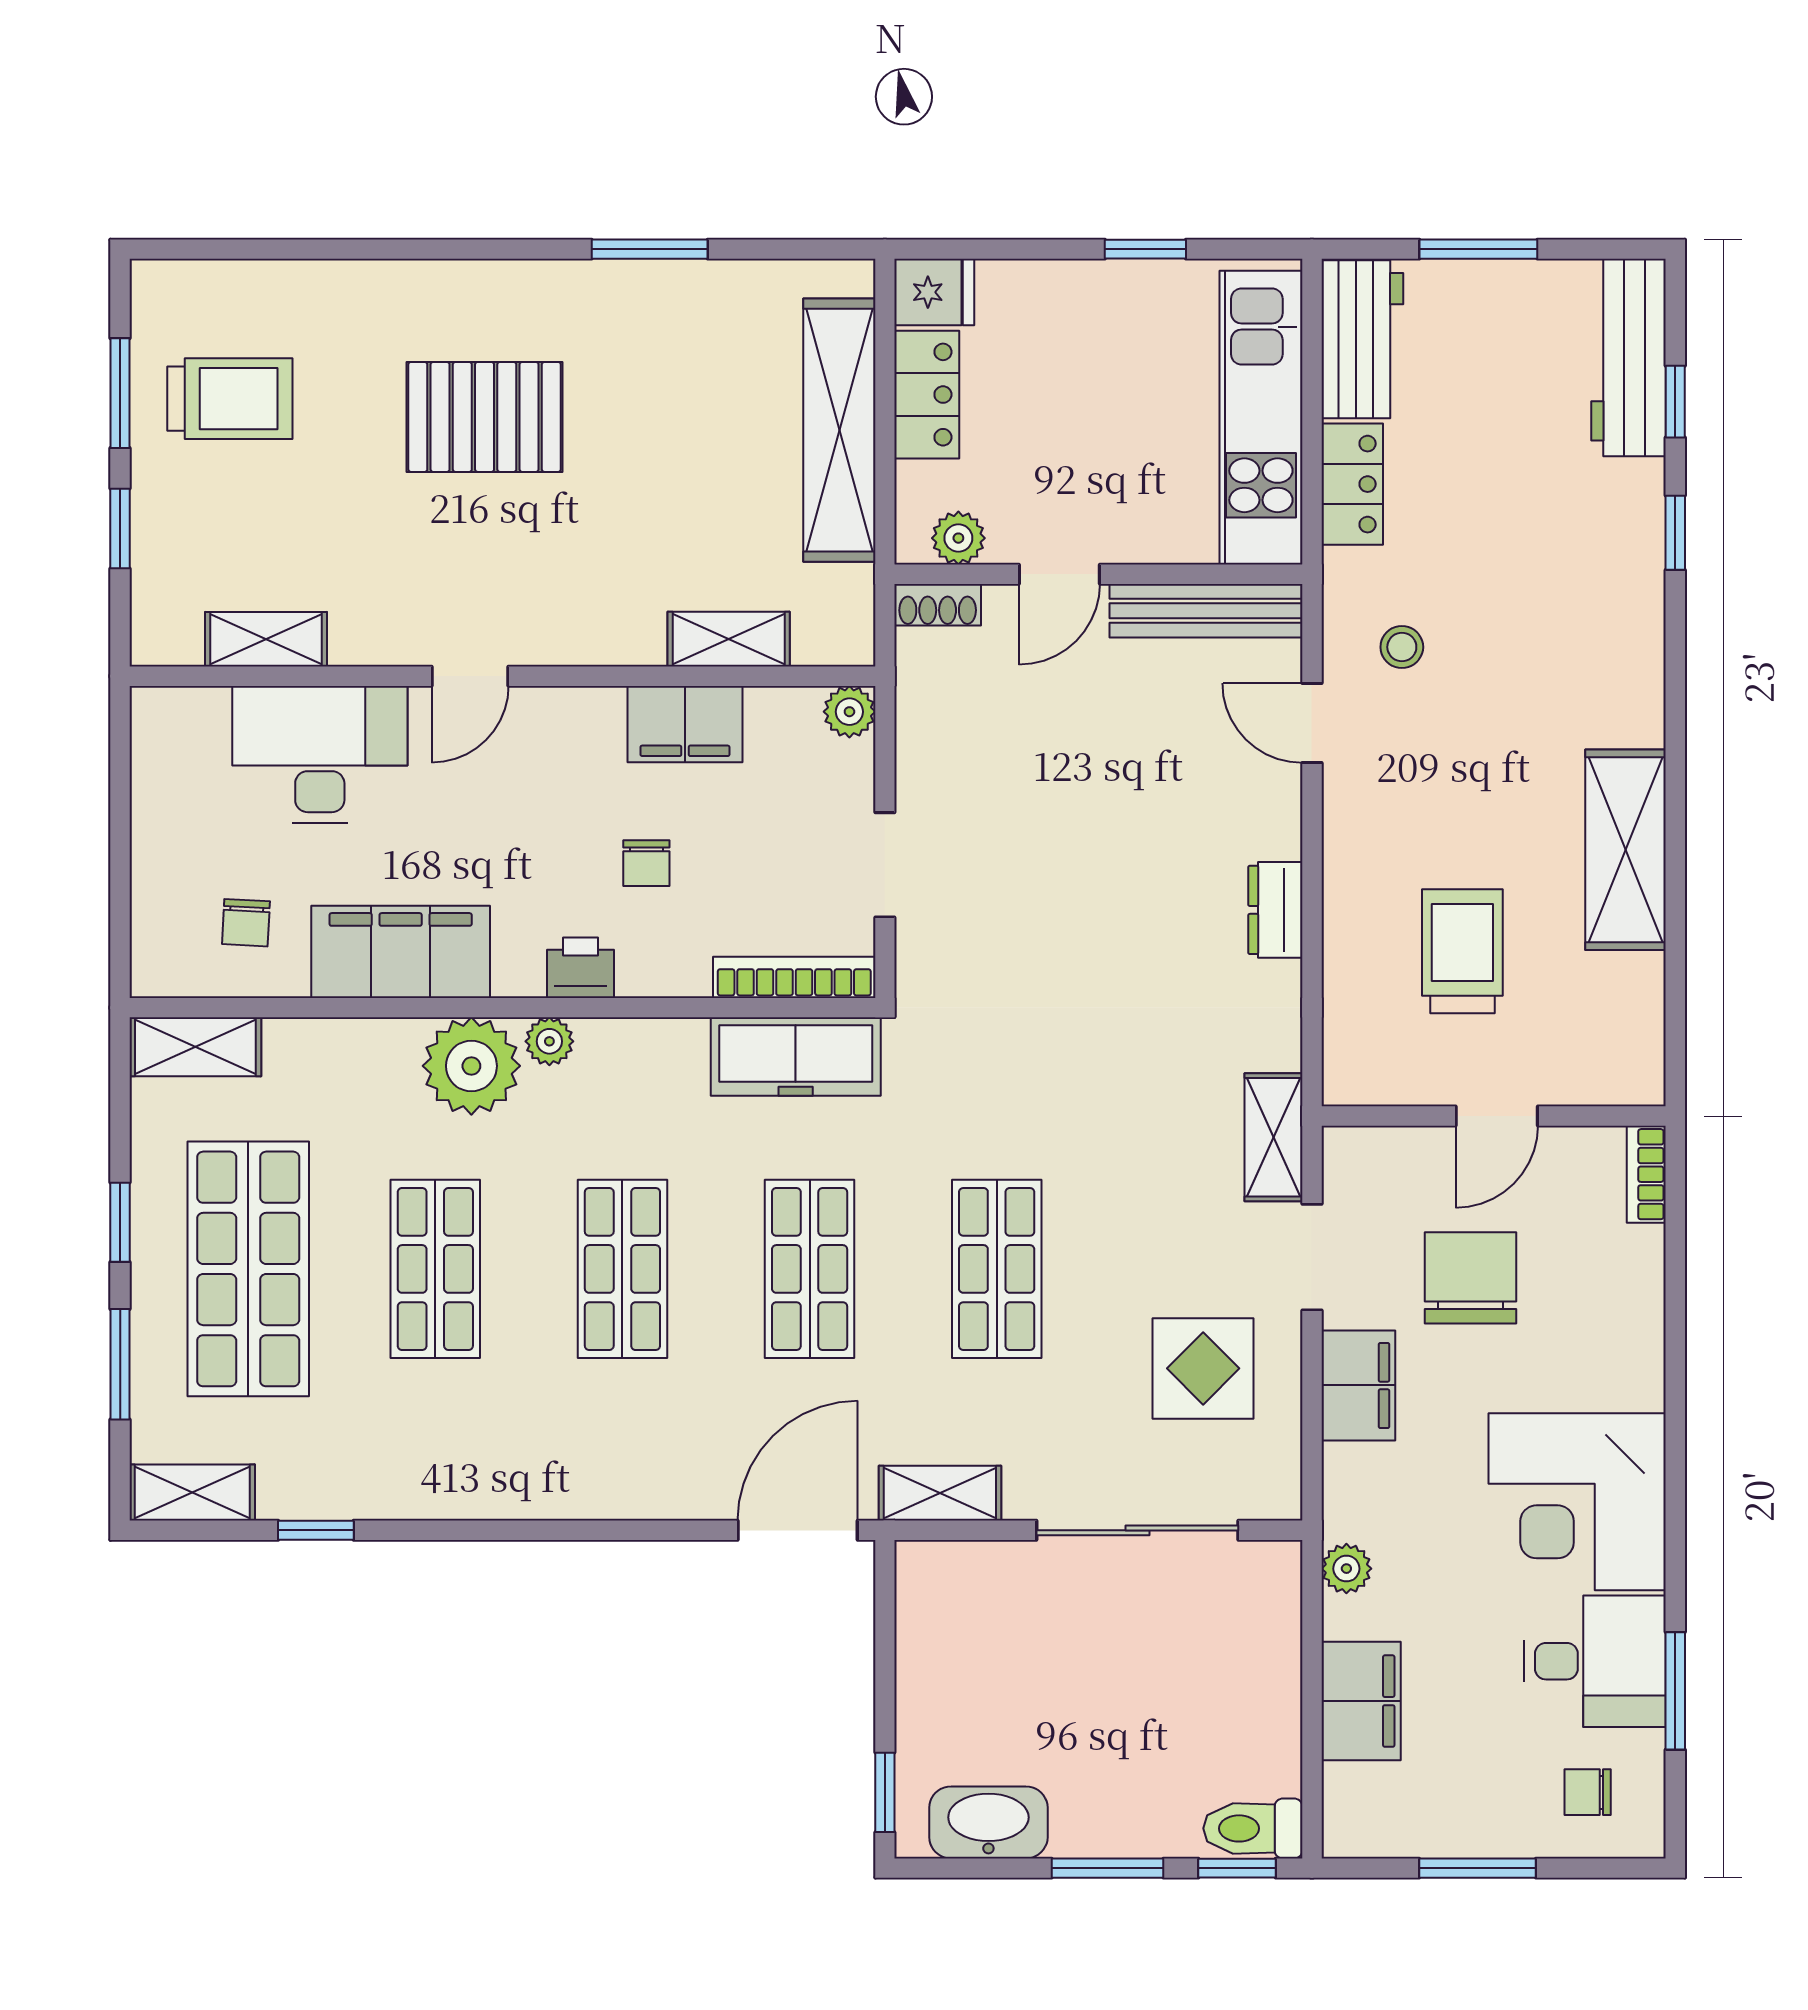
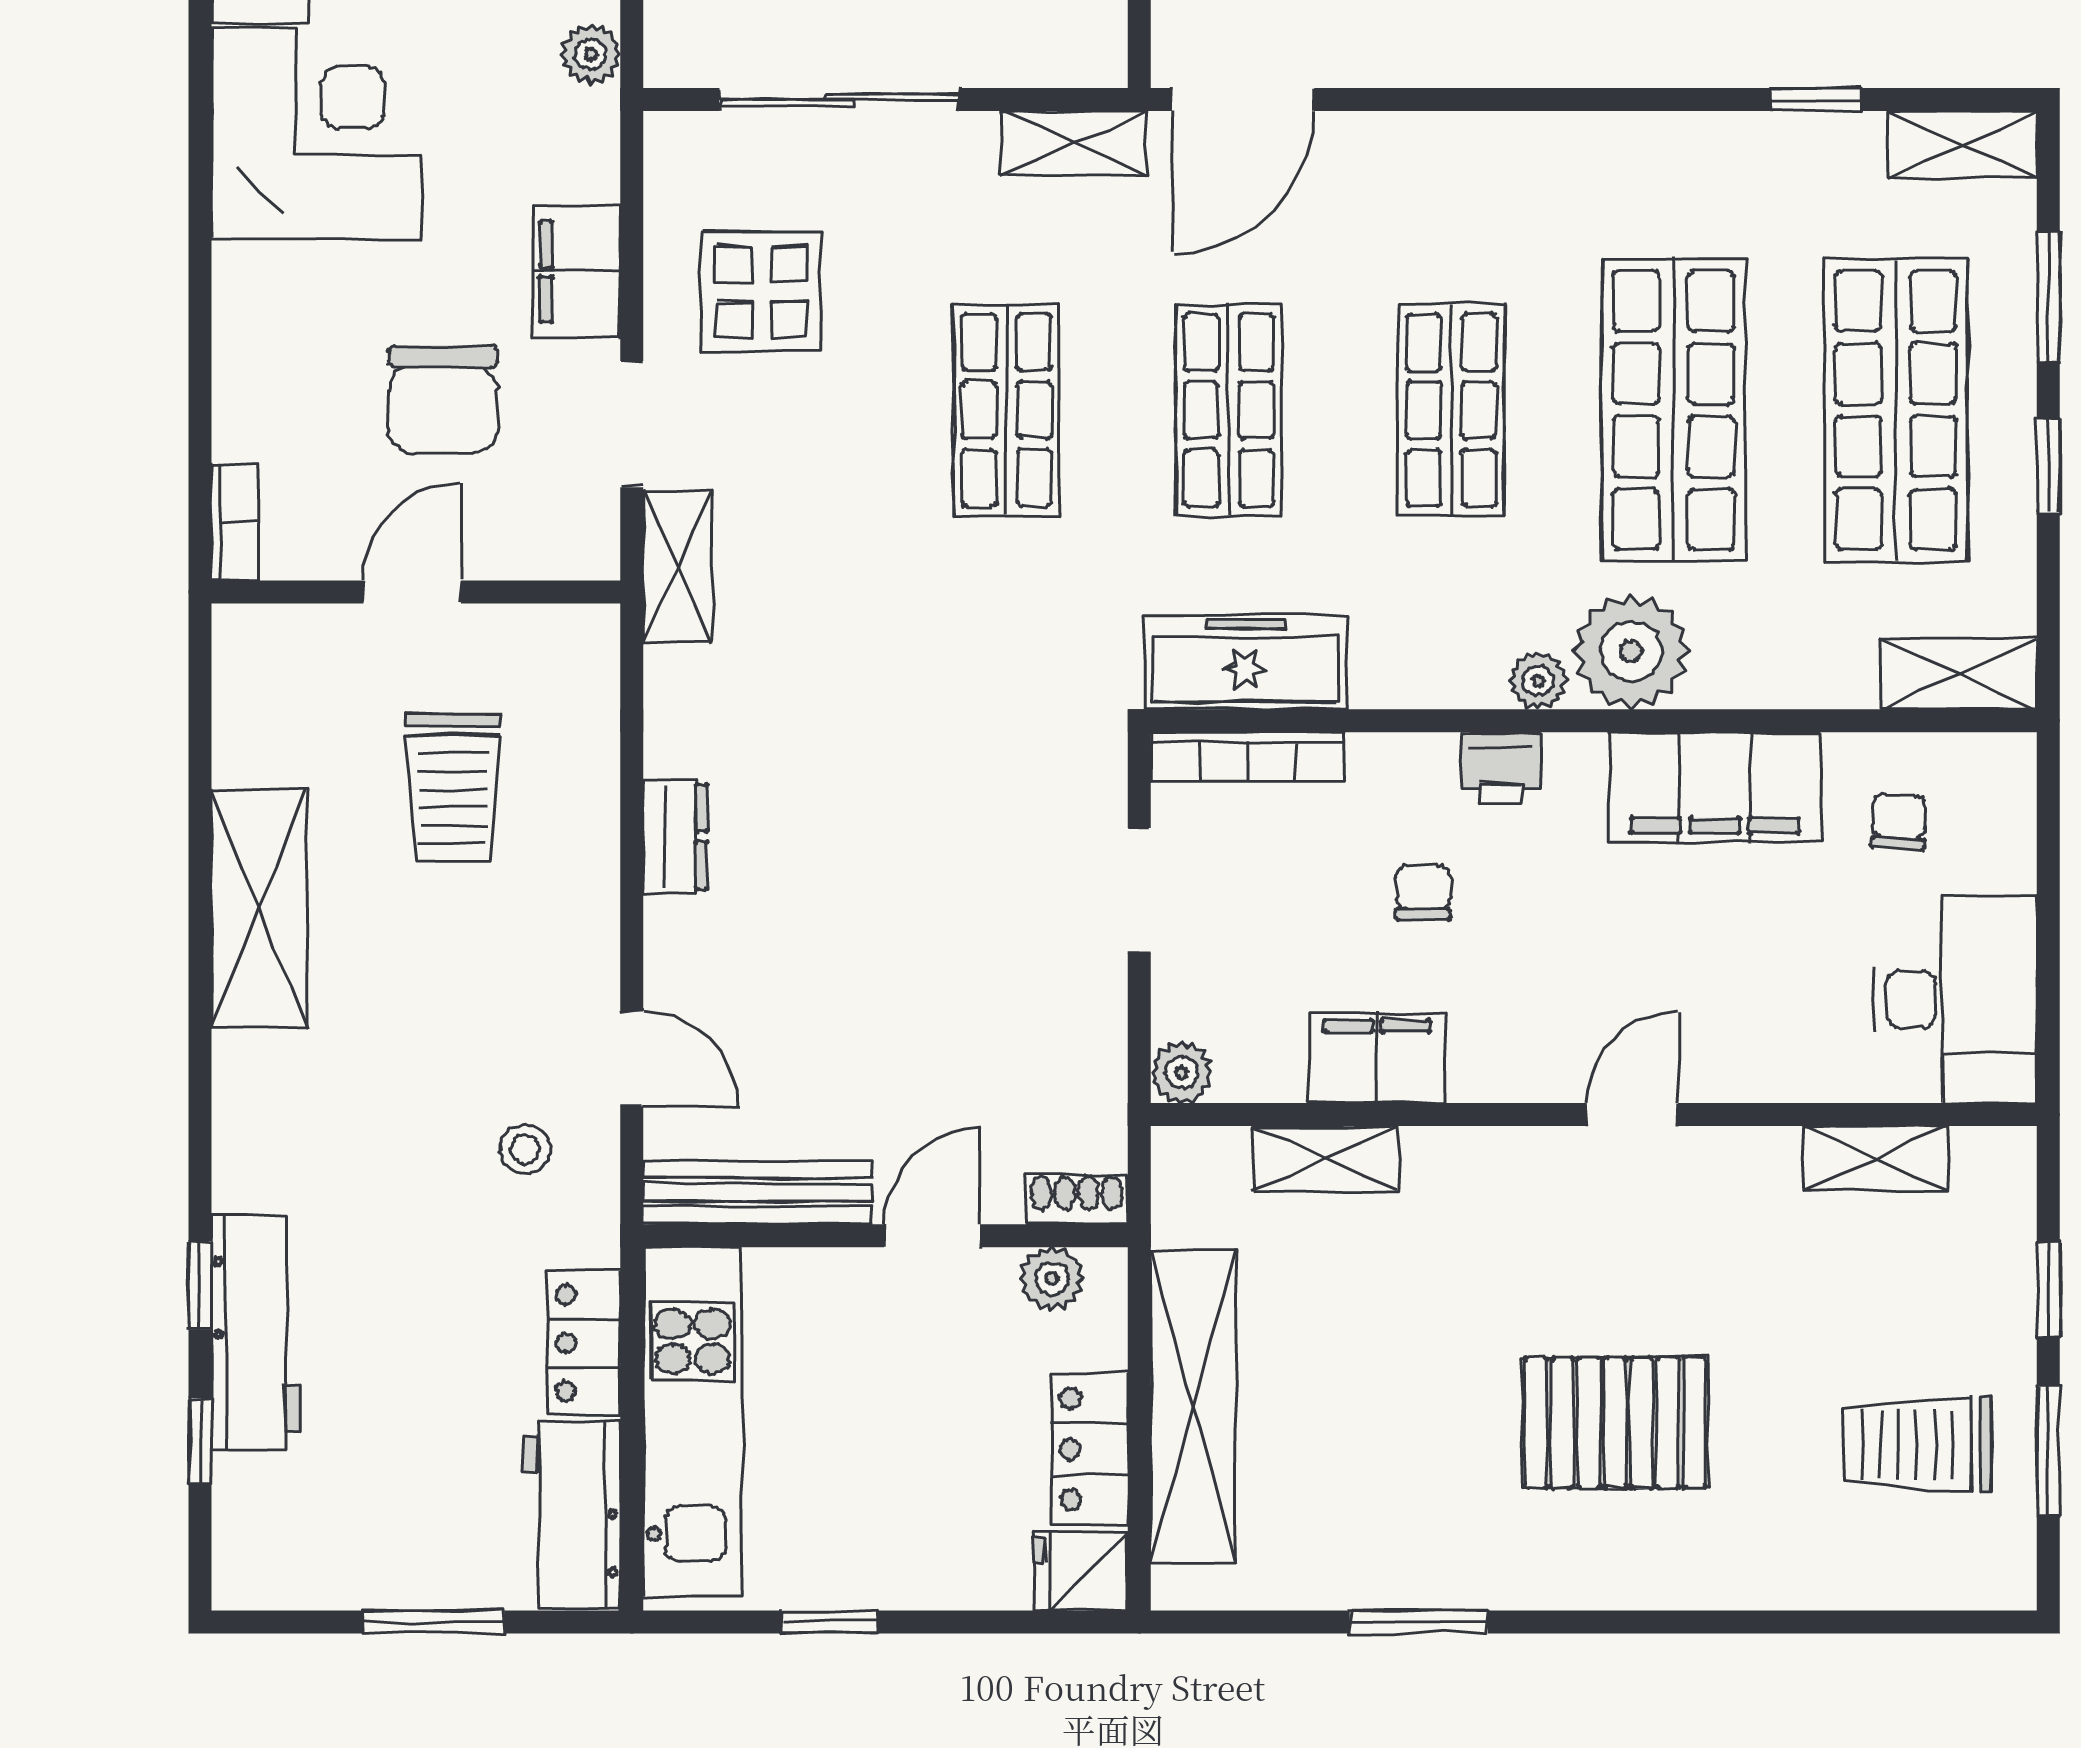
workbench: (1629, 358) -> (256, 1333), moved
desk: (320, 755) -> (1955, 999), moved, turned -90
shop shelf: (435, 1269) -> (1674, 410), width x1.43, depth x1.36

